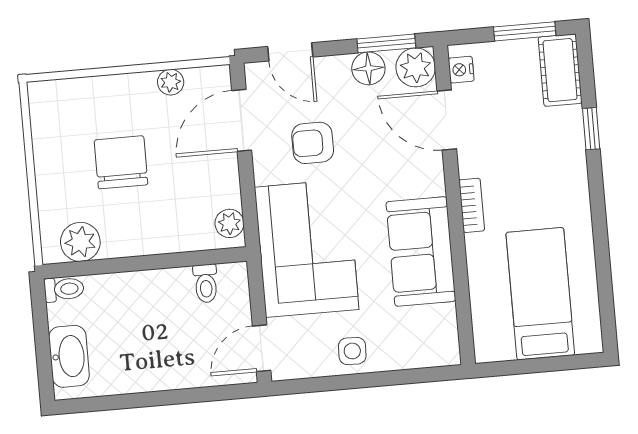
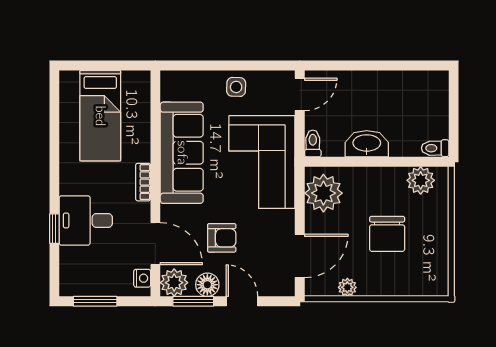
door: (290, 52) -> (242, 301), moved
cot: (560, 70) -> (73, 272), removed
armchair: (313, 143) -> (222, 238), moved
desk: (548, 144) -> (86, 220), added
plant: (229, 223) -> (323, 193), width x1.87, depth x1.87
sofa: (421, 251) -> (182, 153), width x1.36
toilet: (206, 283) -> (313, 143), moved
washbasin: (69, 356) -> (367, 144), moved, turned 90

